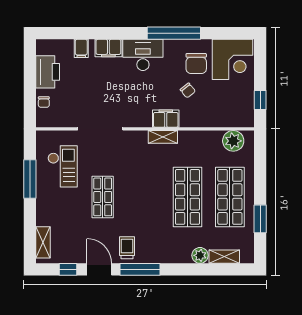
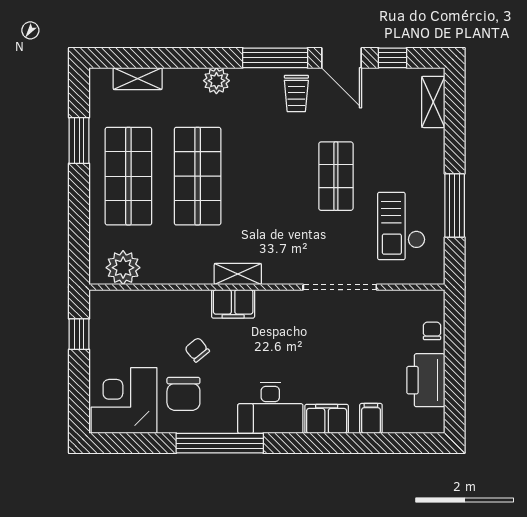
chair: (196, 63) -> (183, 394), turned 180
plant: (200, 255) -> (216, 81), moved

